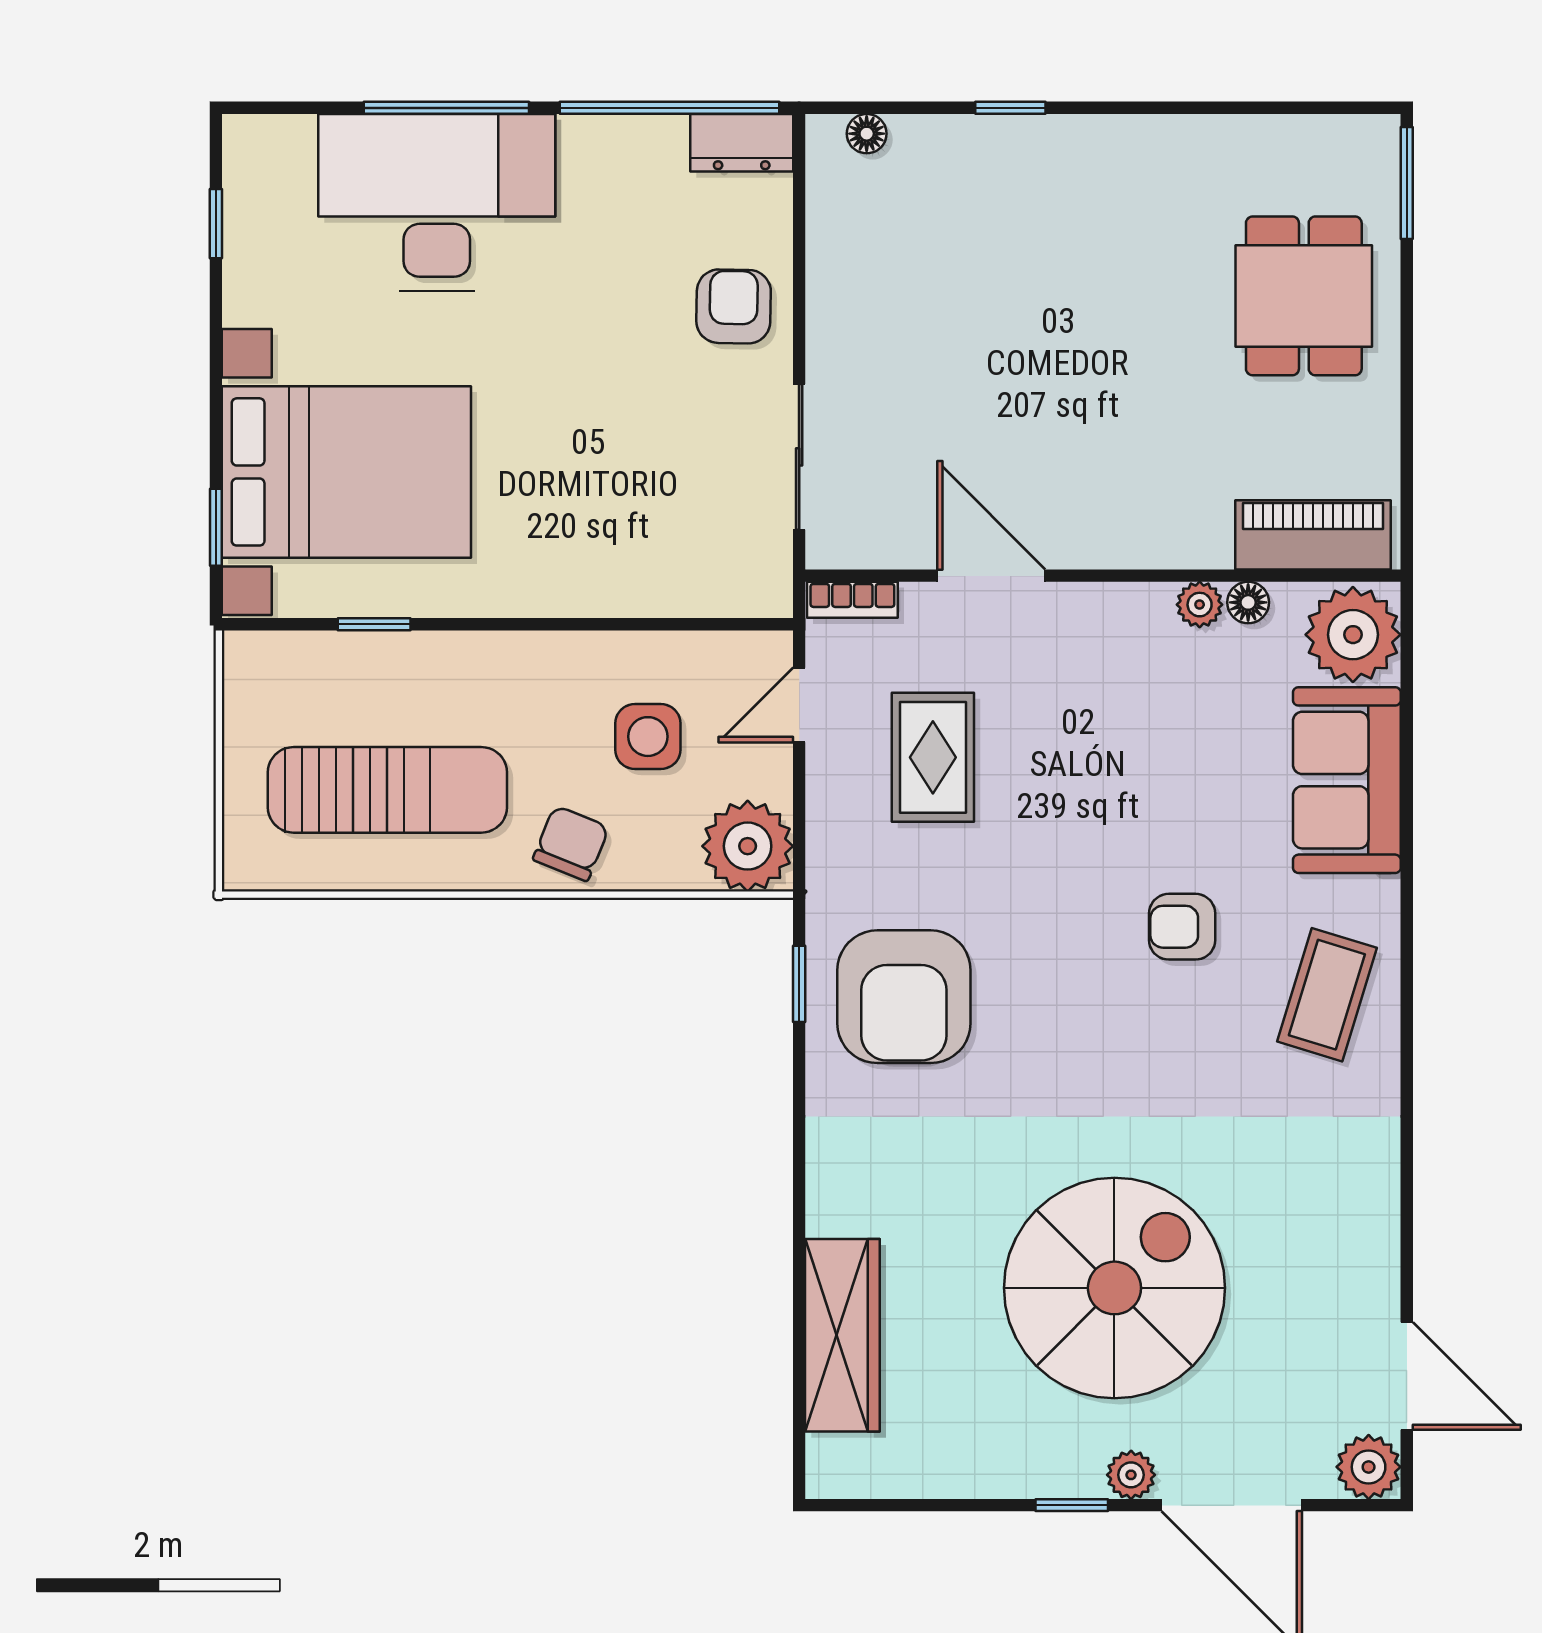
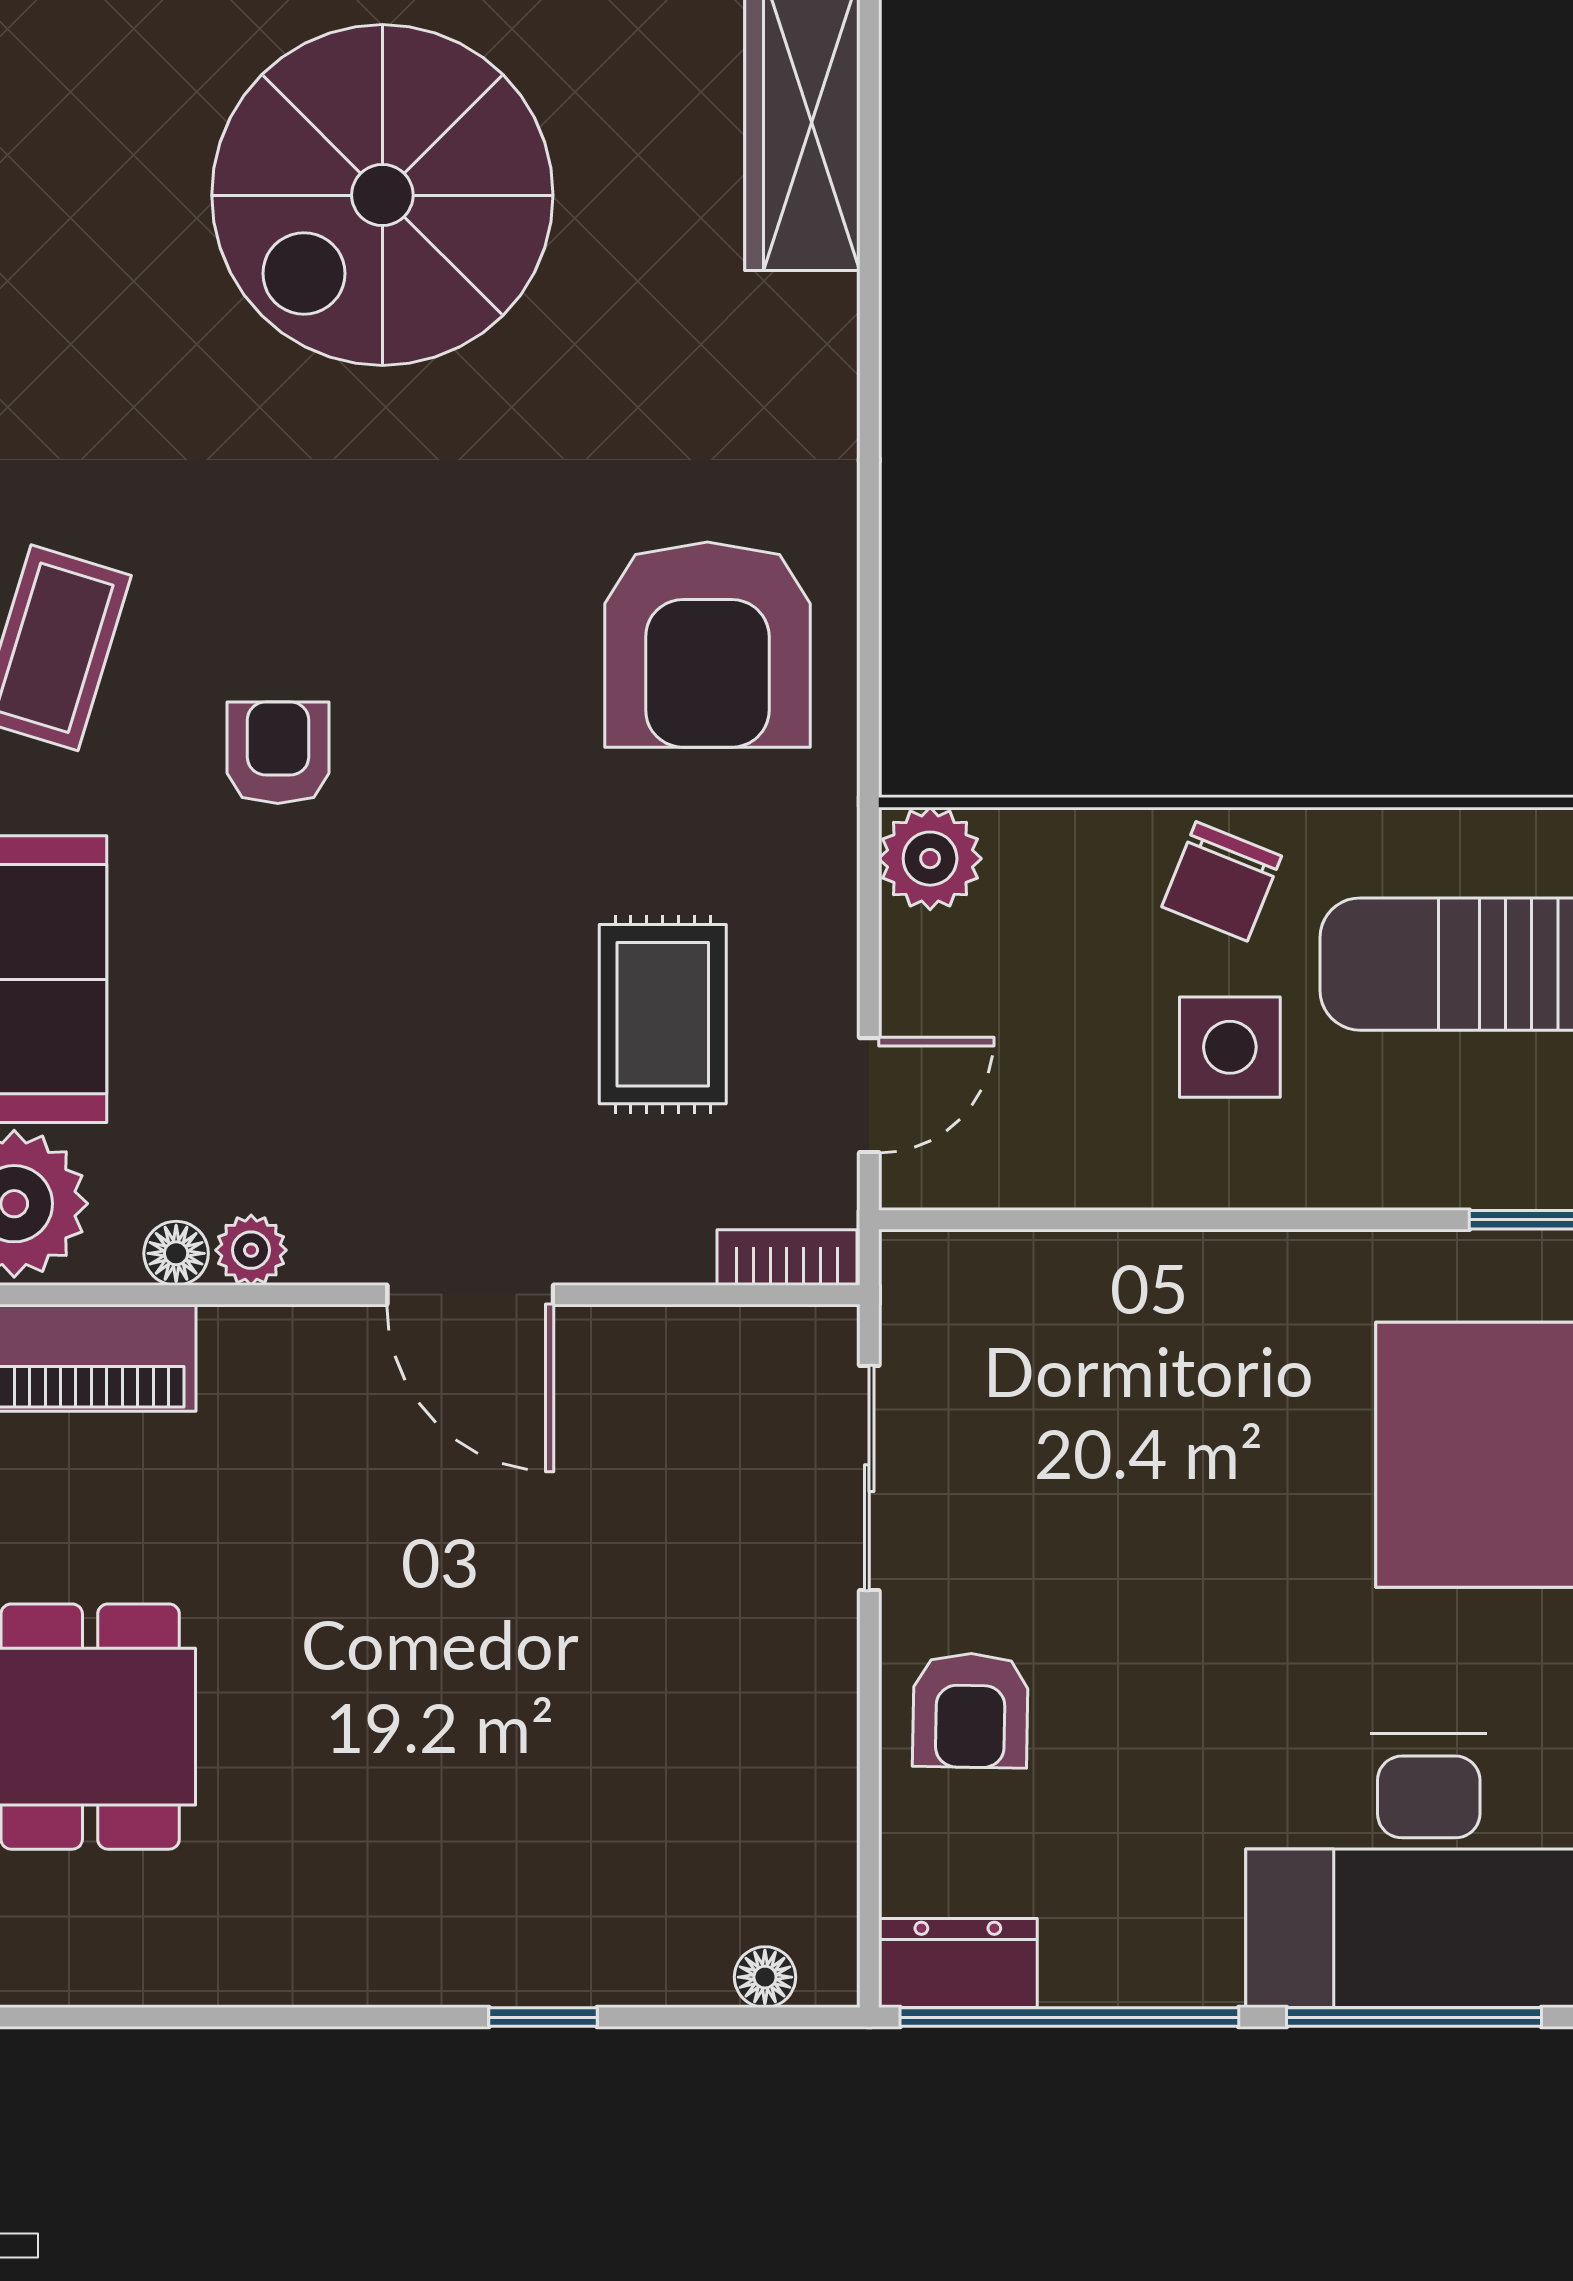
door: (991, 576) -> (470, 1295), moved
side table: (648, 737) -> (1230, 1047), moved
plant: (748, 846) -> (930, 859), width x0.73, depth x0.73
armchair: (1182, 927) -> (278, 753), turned -90
window: (799, 984) -> (869, 664), removed
armchair: (904, 997) -> (707, 645), turned 180

